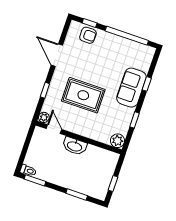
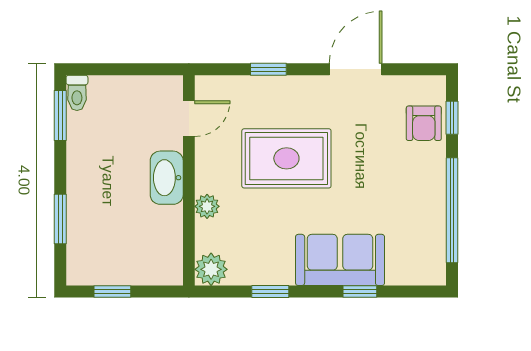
rug: (83, 95) -> (286, 158), turned 90
plant: (44, 117) -> (207, 206), moved

